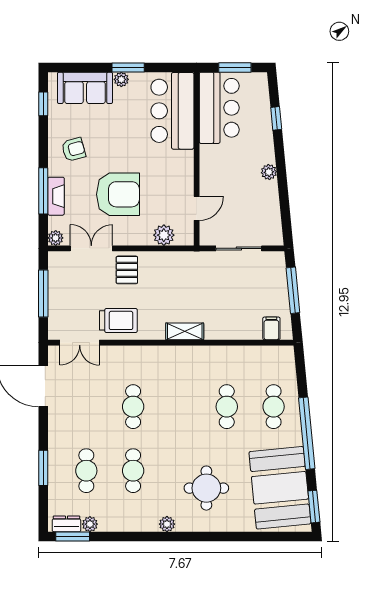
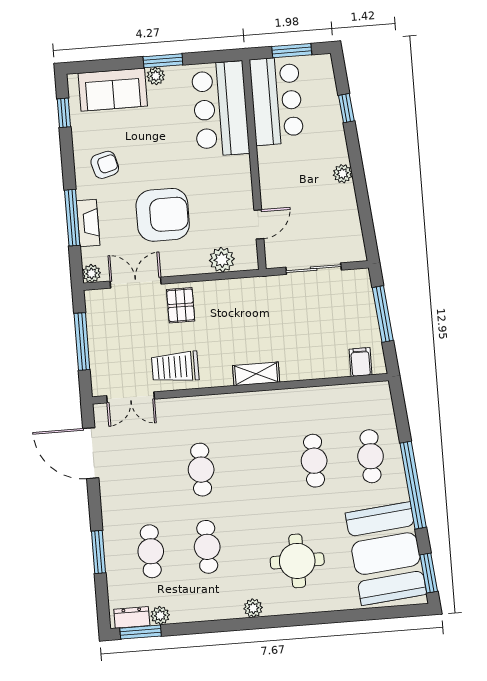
trolley: (118, 320) -> (175, 367), turned 180

